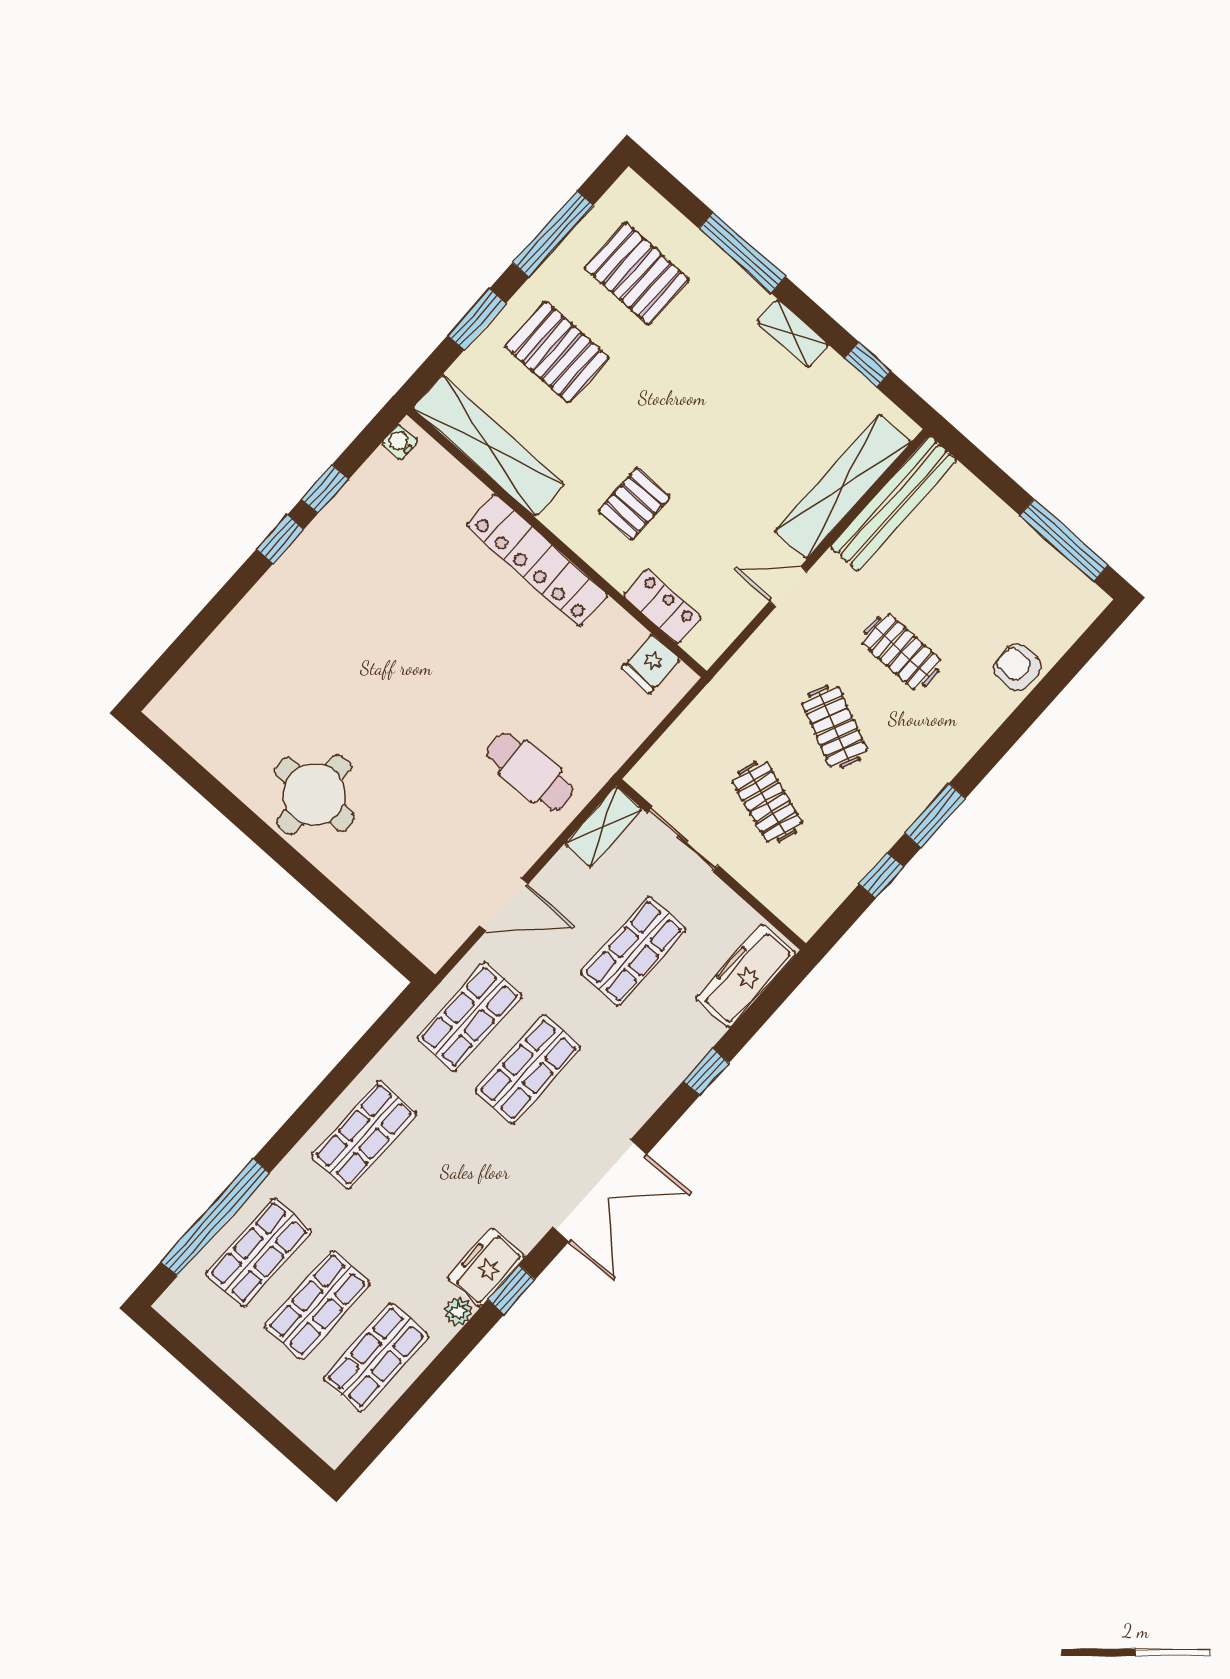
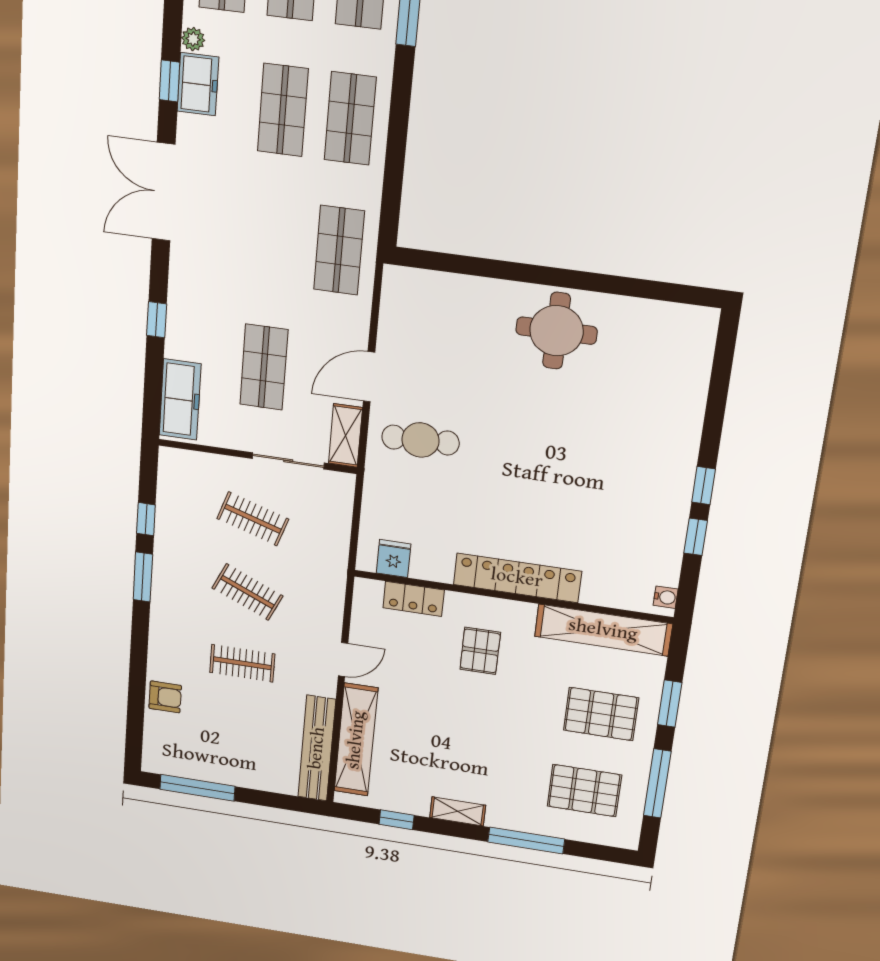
door: (503, 905) -> (369, 377), moved
shop shelf: (528, 1069) -> (283, 110), moved

